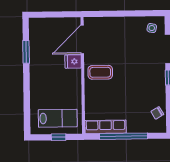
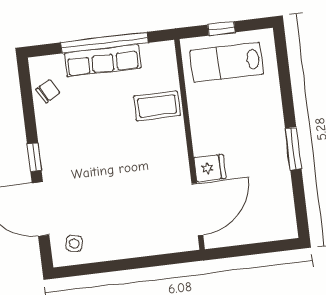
window: (26, 52) -> (293, 149), moved
coffee table: (100, 72) -> (157, 106), moved
row of seats: (106, 127) -> (103, 61), moved

